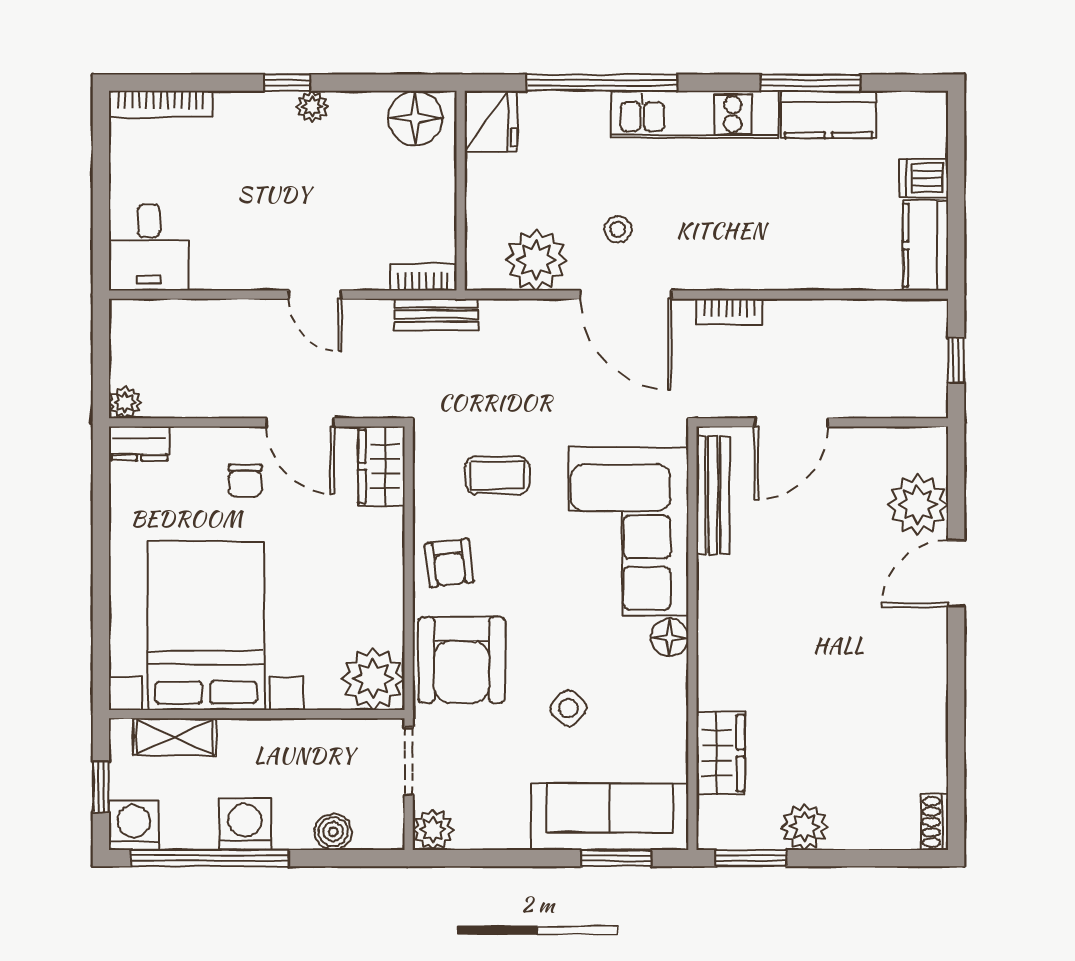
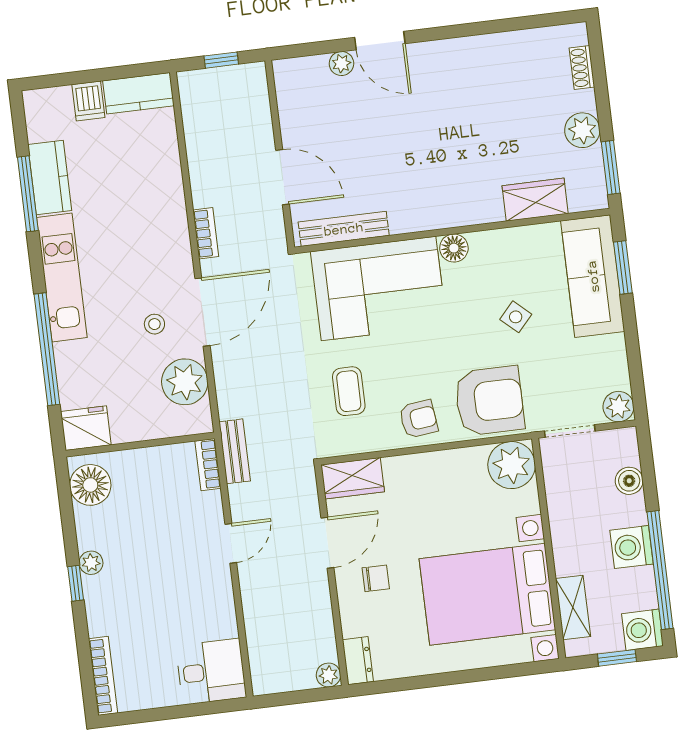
plant: (918, 505) -> (341, 64), width x0.53, depth x0.53
shoe rack: (934, 822) -> (582, 68), moved, turned 90

